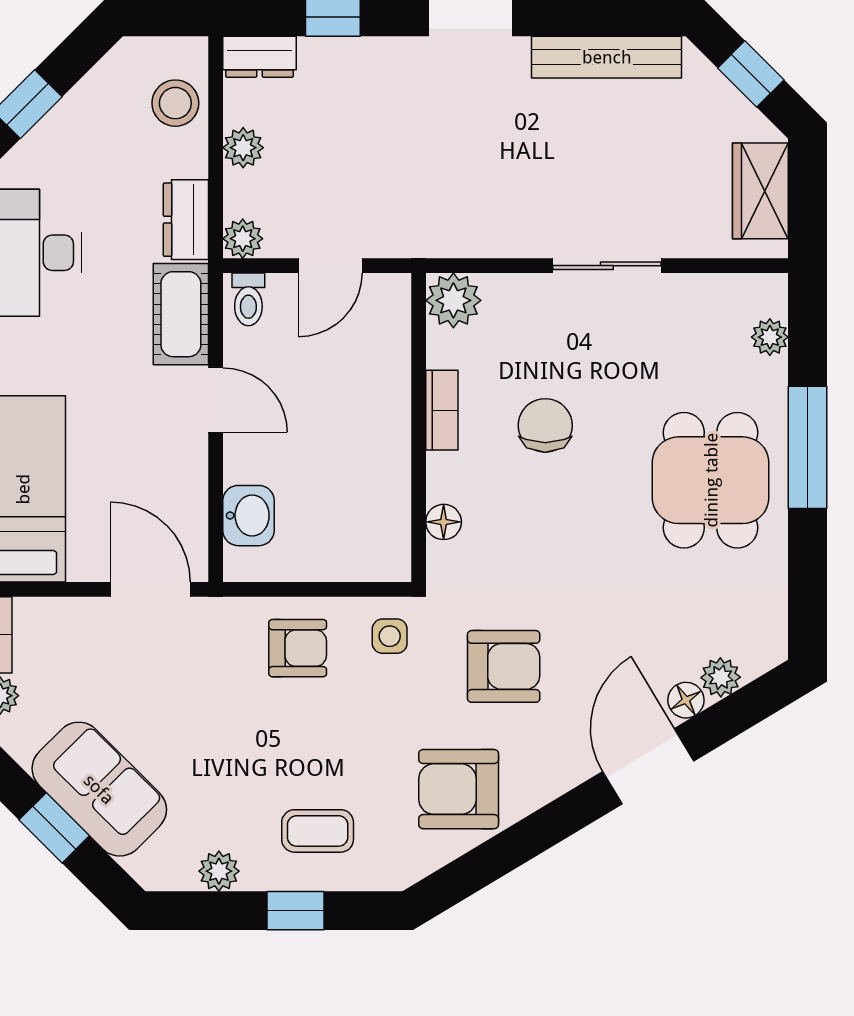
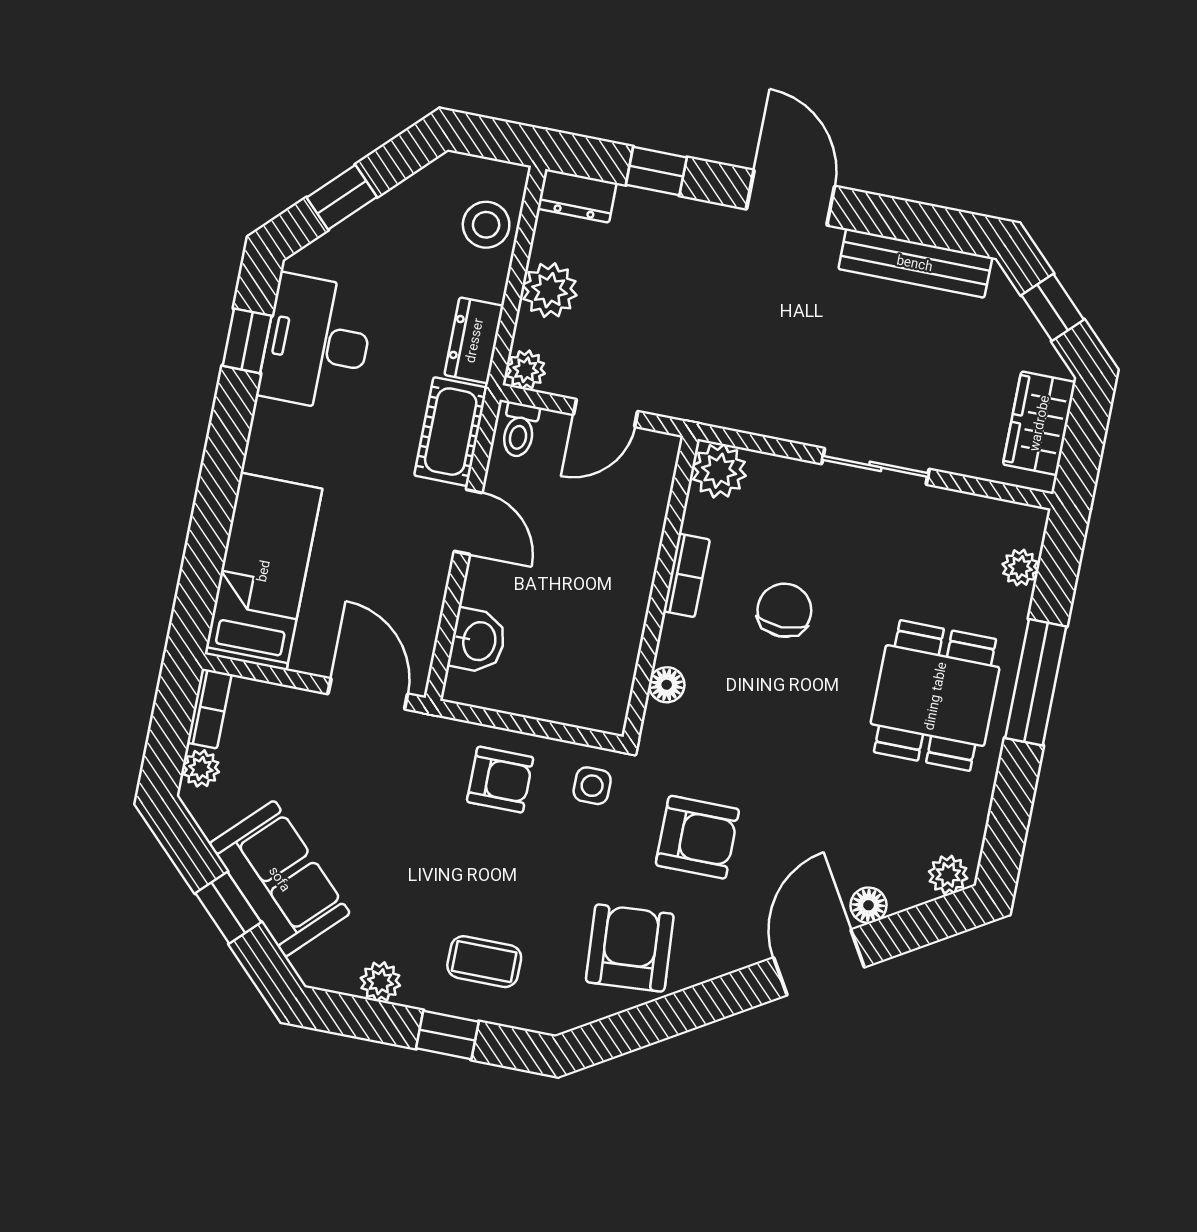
plant: (243, 148) -> (549, 290), width x1.38, depth x1.38
plant: (721, 677) -> (948, 875), moved
armchair: (459, 789) -> (630, 948), turned 86

